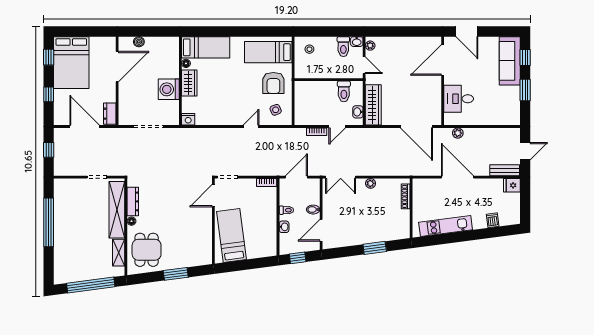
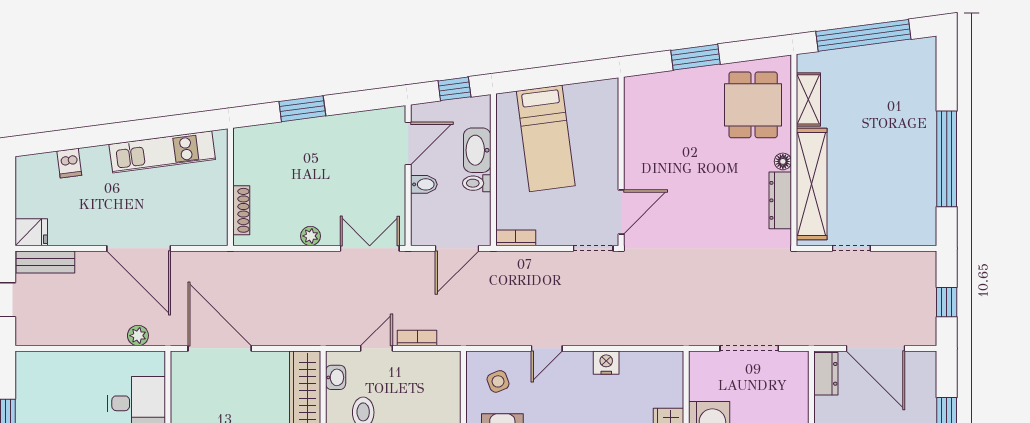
nightstand: (188, 119) -> (606, 363), moved
washbasin: (284, 227) -> (477, 150), width x1.91, depth x1.45
bed: (231, 235) -> (546, 138), moved

